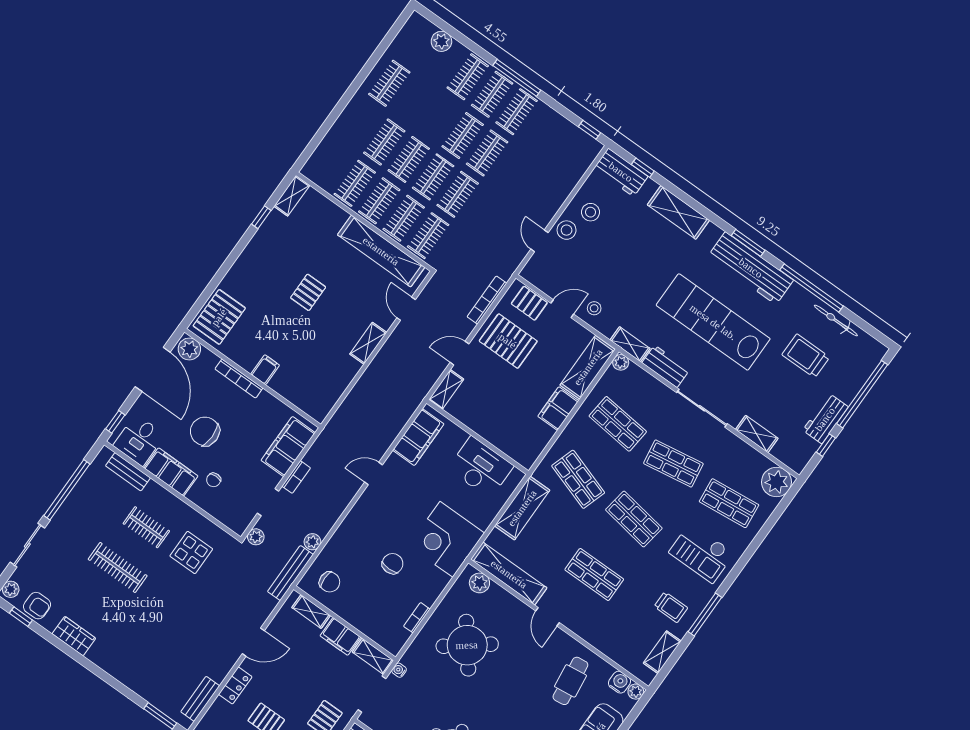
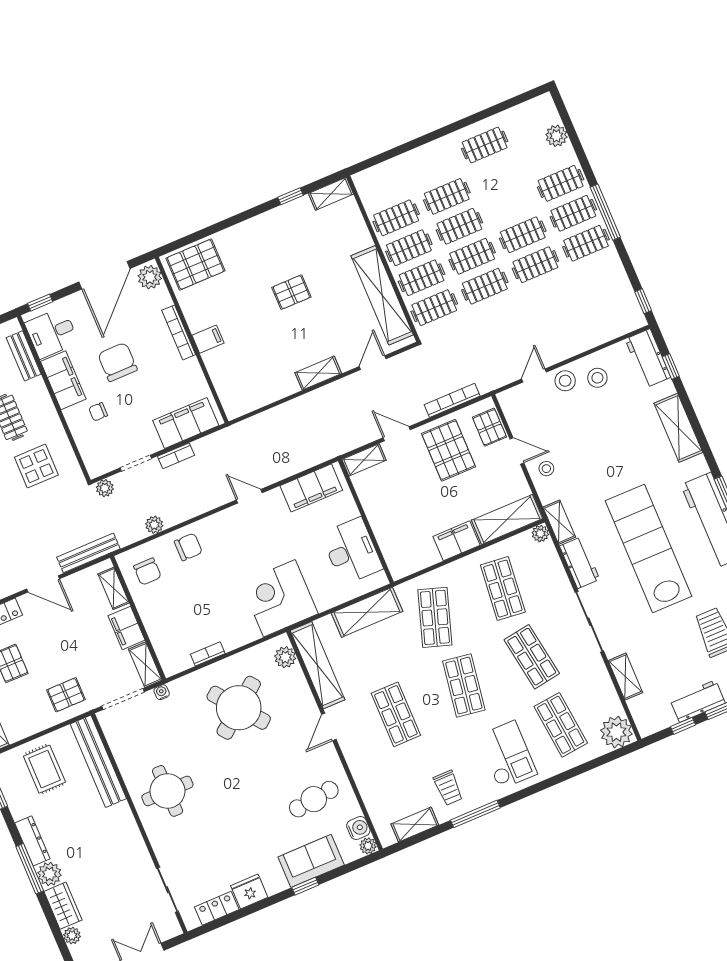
checkout: (701, 553) -> (507, 755), turned 180
chair: (393, 564) -> (188, 547), moved
bench: (290, 573) -> (88, 553), moved

